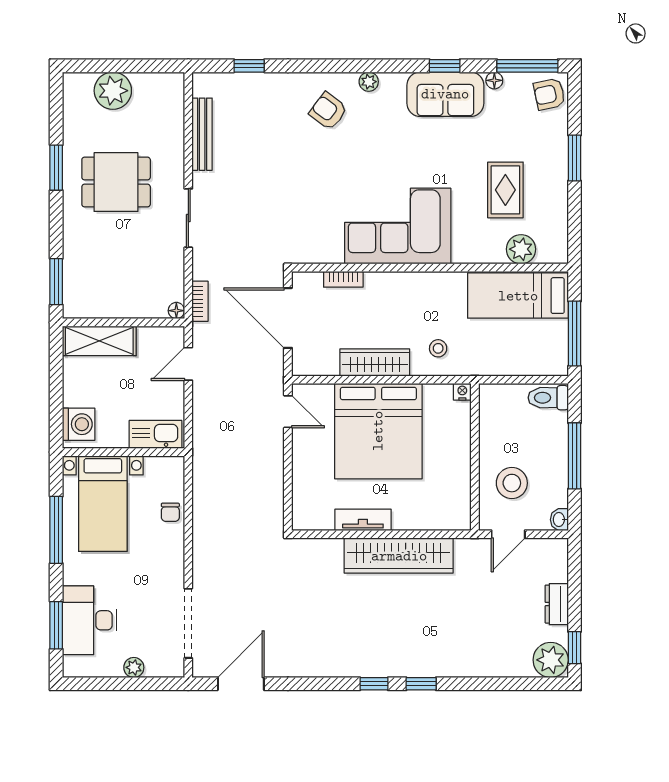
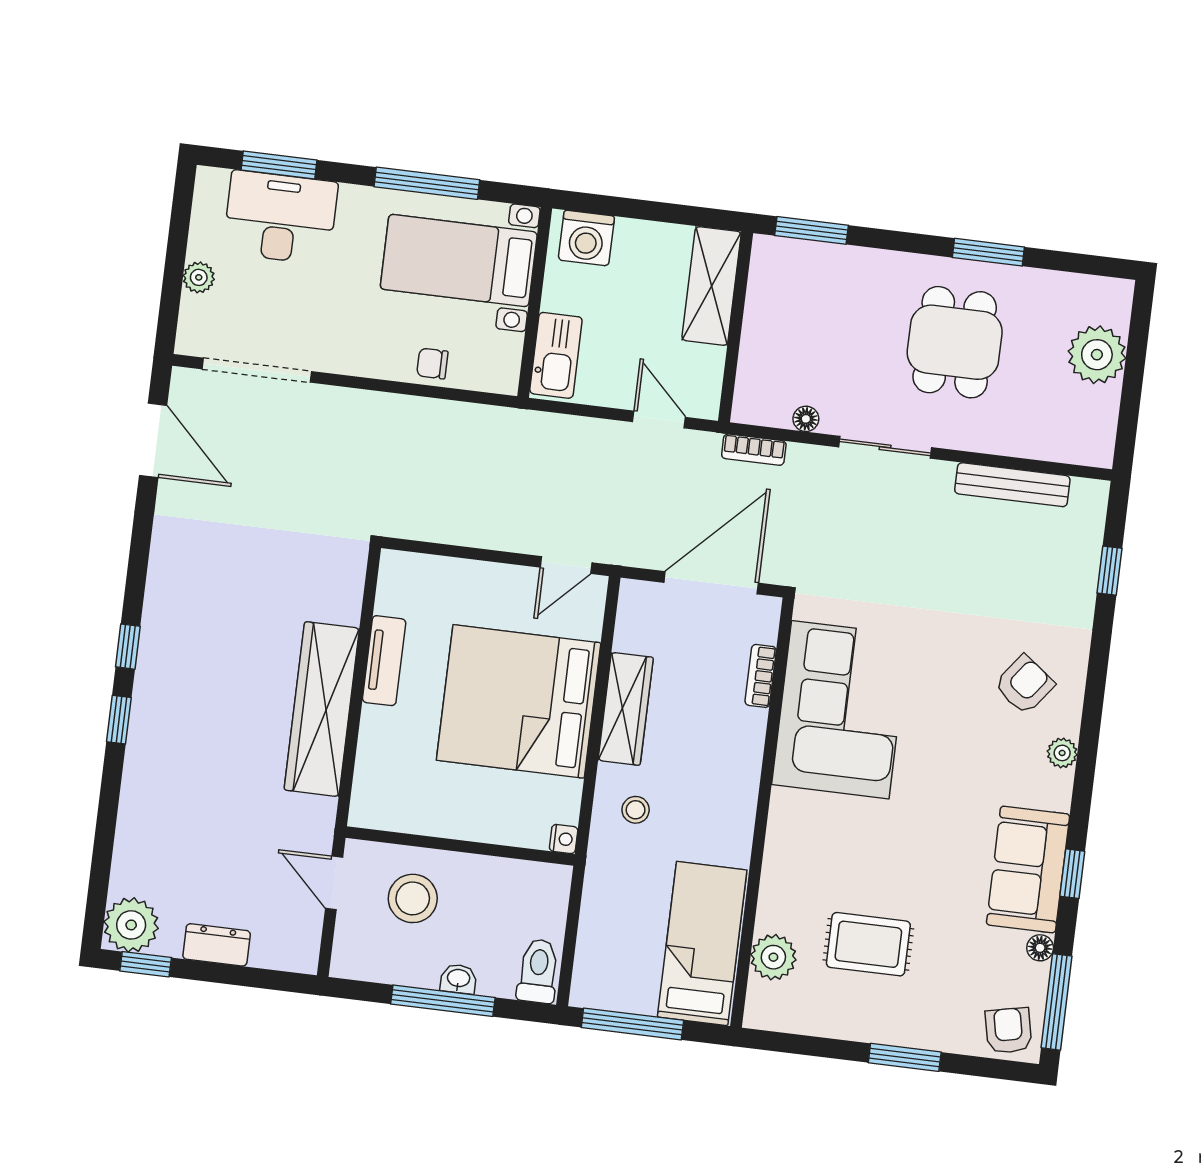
corner sofa: (398, 226) -> (840, 710), moved
floor lamp: (176, 311) -> (806, 419), moved
washbasin: (559, 520) -> (458, 979), moved

